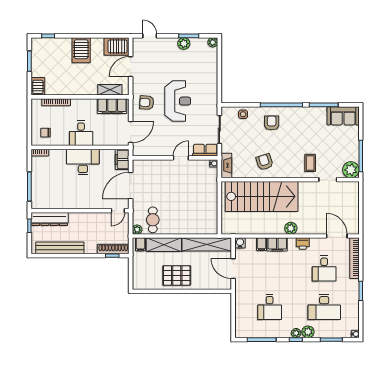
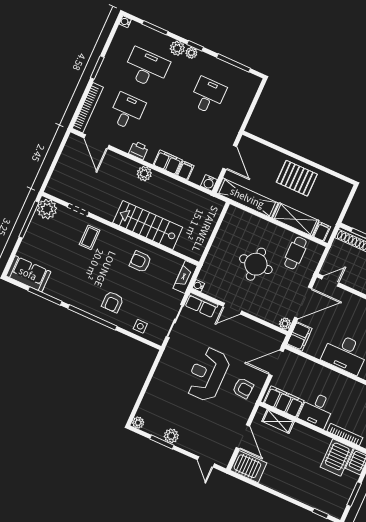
server rack: (81, 50) -> (337, 458), moved, turned 180
door: (131, 67) -> (243, 437), hinge flipped
desk: (81, 133) -> (317, 410), moved, turned 180
armchair: (265, 162) -> (140, 262), turned 108
stairs: (262, 196) -> (148, 225), width x0.73, depth x0.66
round table: (178, 198) -> (256, 264), added
plant: (137, 230) -> (285, 324), moved

